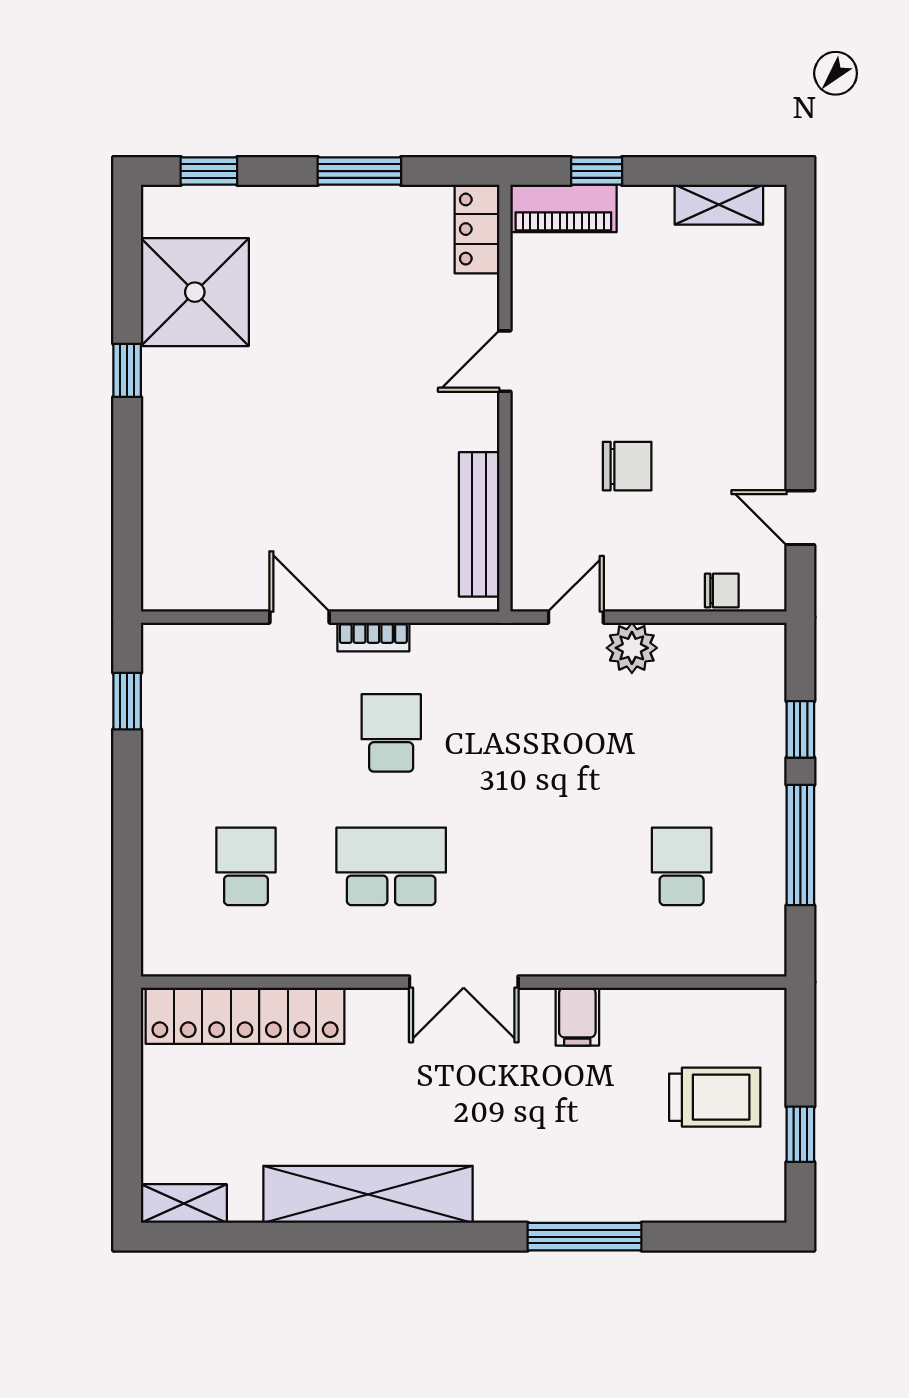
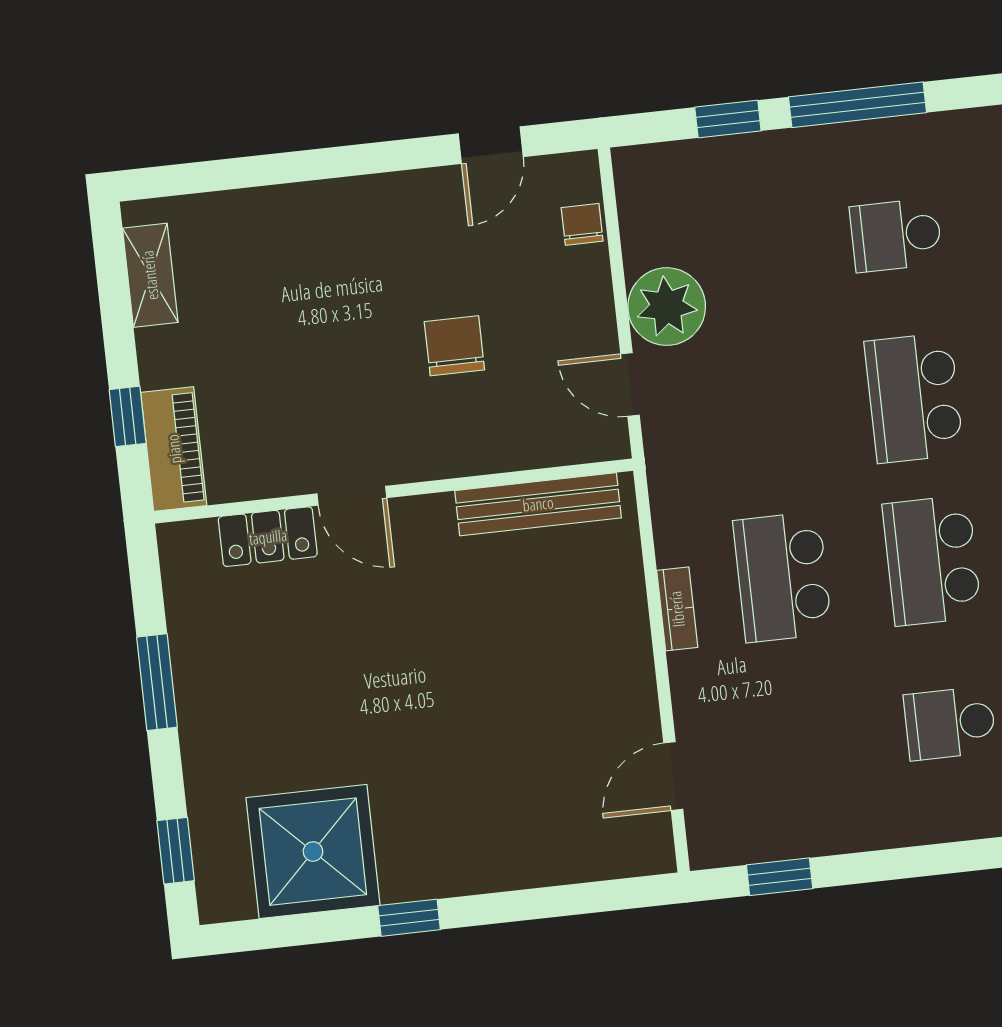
locker: (477, 229) -> (268, 537), moved
door: (300, 617) -> (673, 776), moved
plant: (632, 648) -> (667, 307), width x1.36, depth x1.36
school desk: (391, 733) -> (783, 577), width x1.85
school desk: (536, 866) -> (914, 398), added

